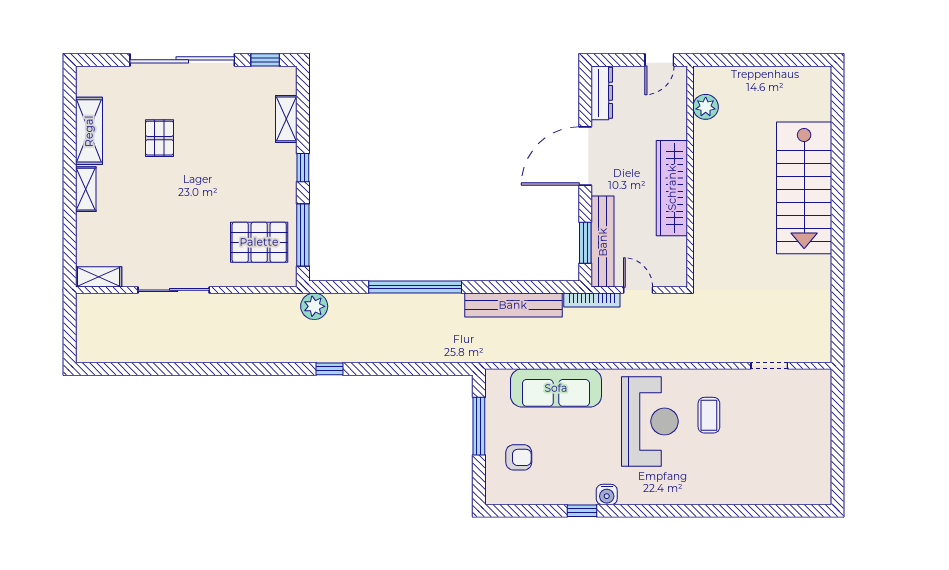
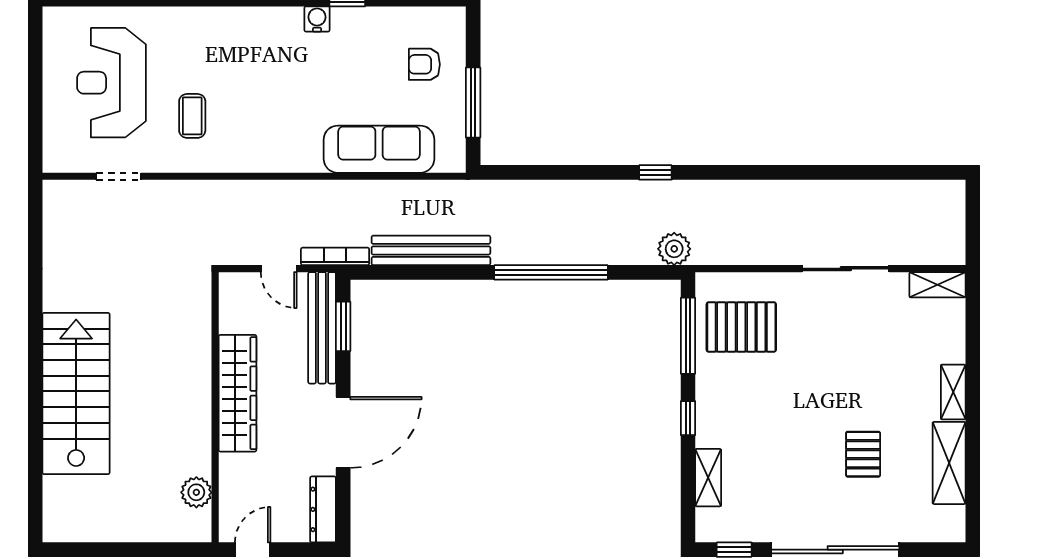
reception desk: (650, 421) -> (112, 83), moved

